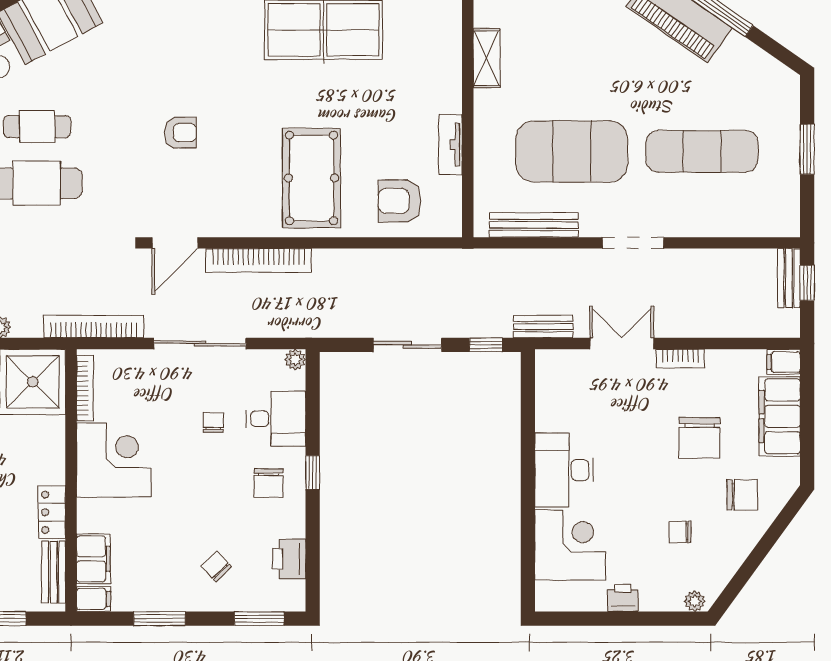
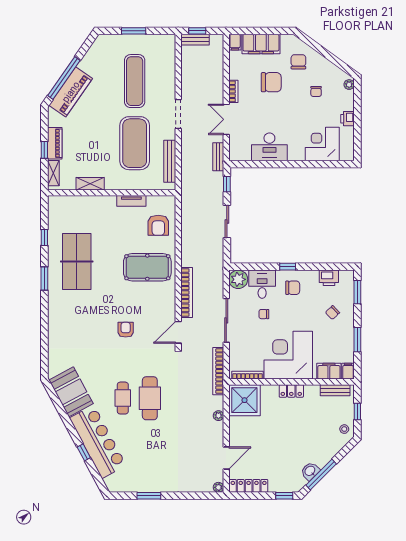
door: (175, 243) -> (178, 332), swing flipped
plant: (295, 359) -> (238, 279), width x1.88, depth x1.88
corner desk: (114, 460) -> (288, 355), width x1.36, depth x1.36
desk: (564, 470) -> (269, 147), moved
locker: (52, 512) -> (291, 391), moved

